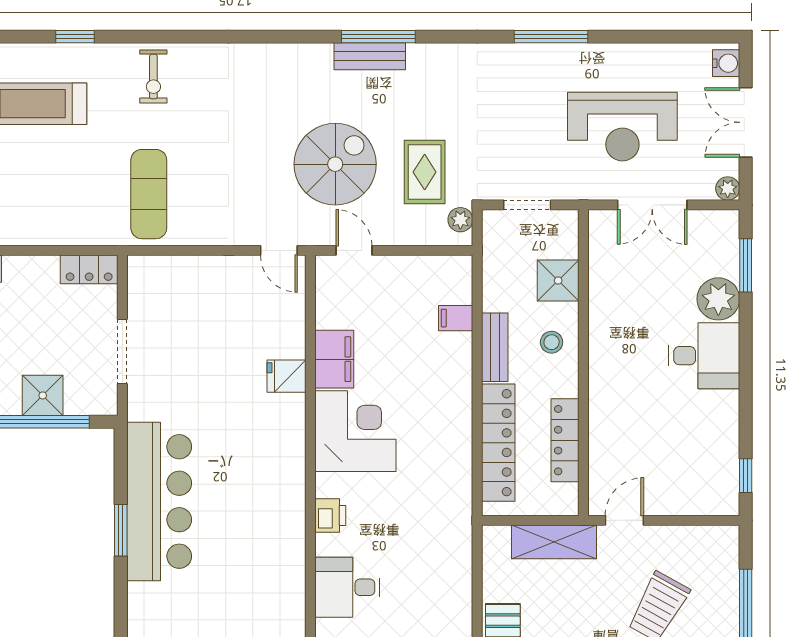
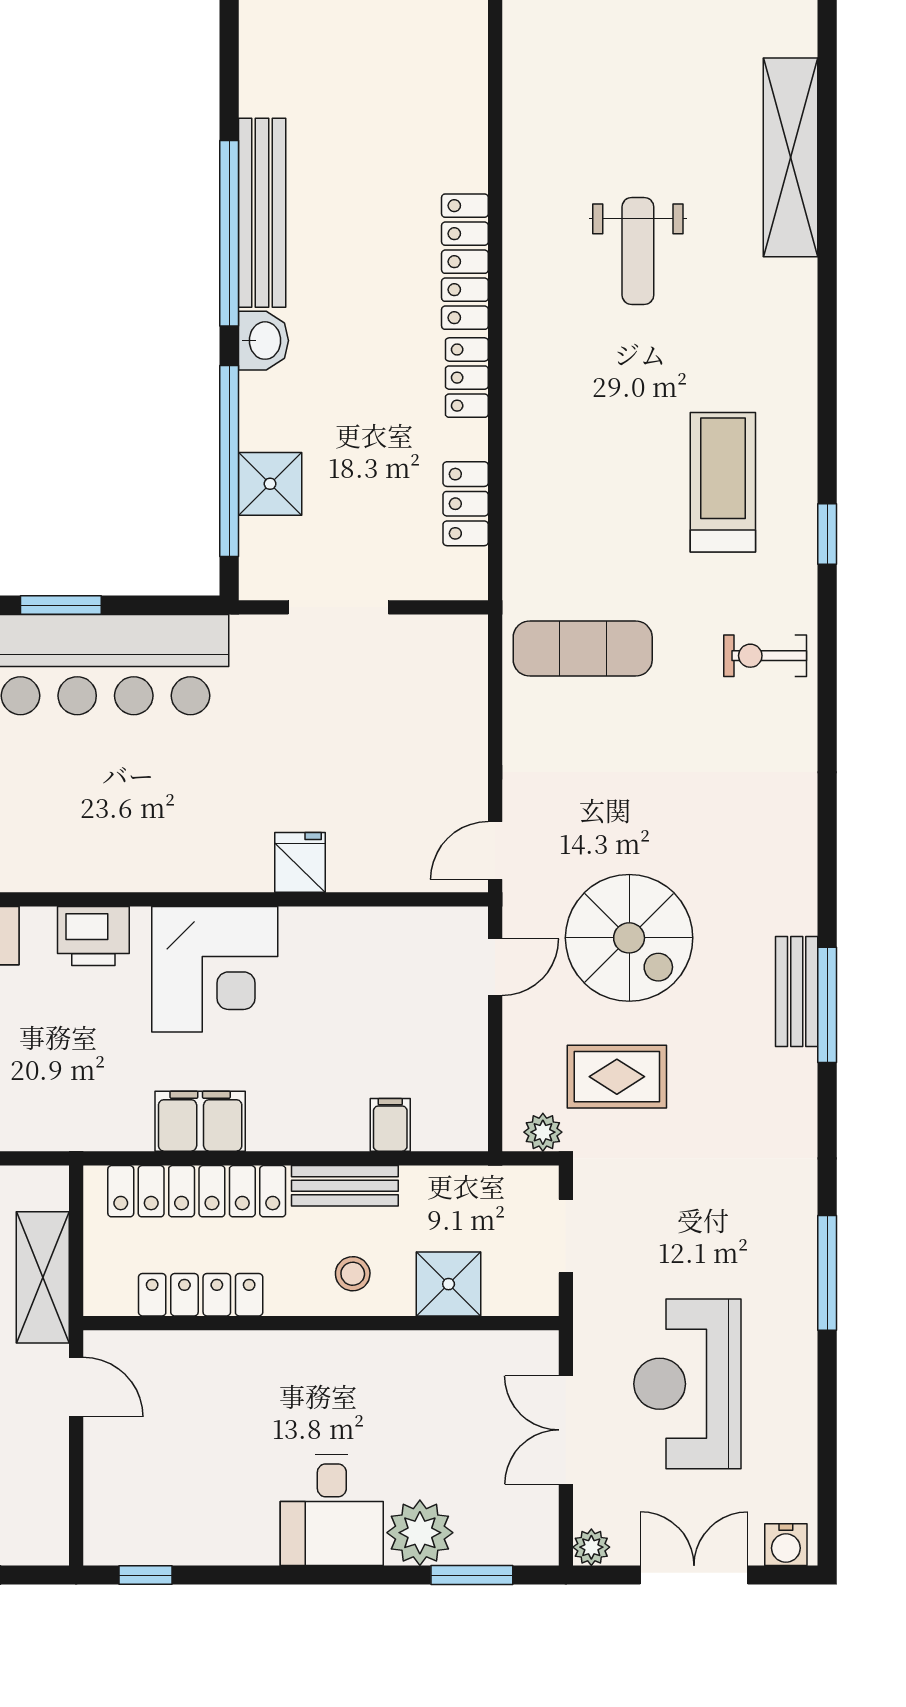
locker: (89, 269) -> (466, 504), moved
filing cabinet: (334, 359) -> (200, 1121), moved, turned 180
printer: (330, 515) -> (93, 936), width x1.36, depth x1.24

